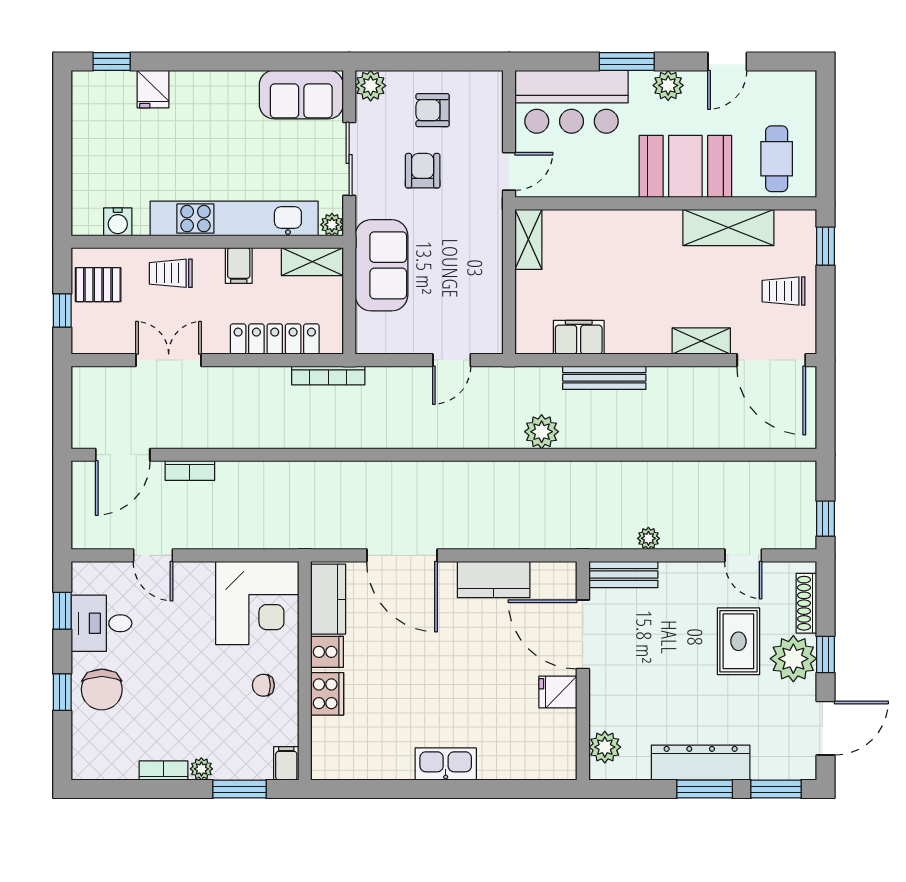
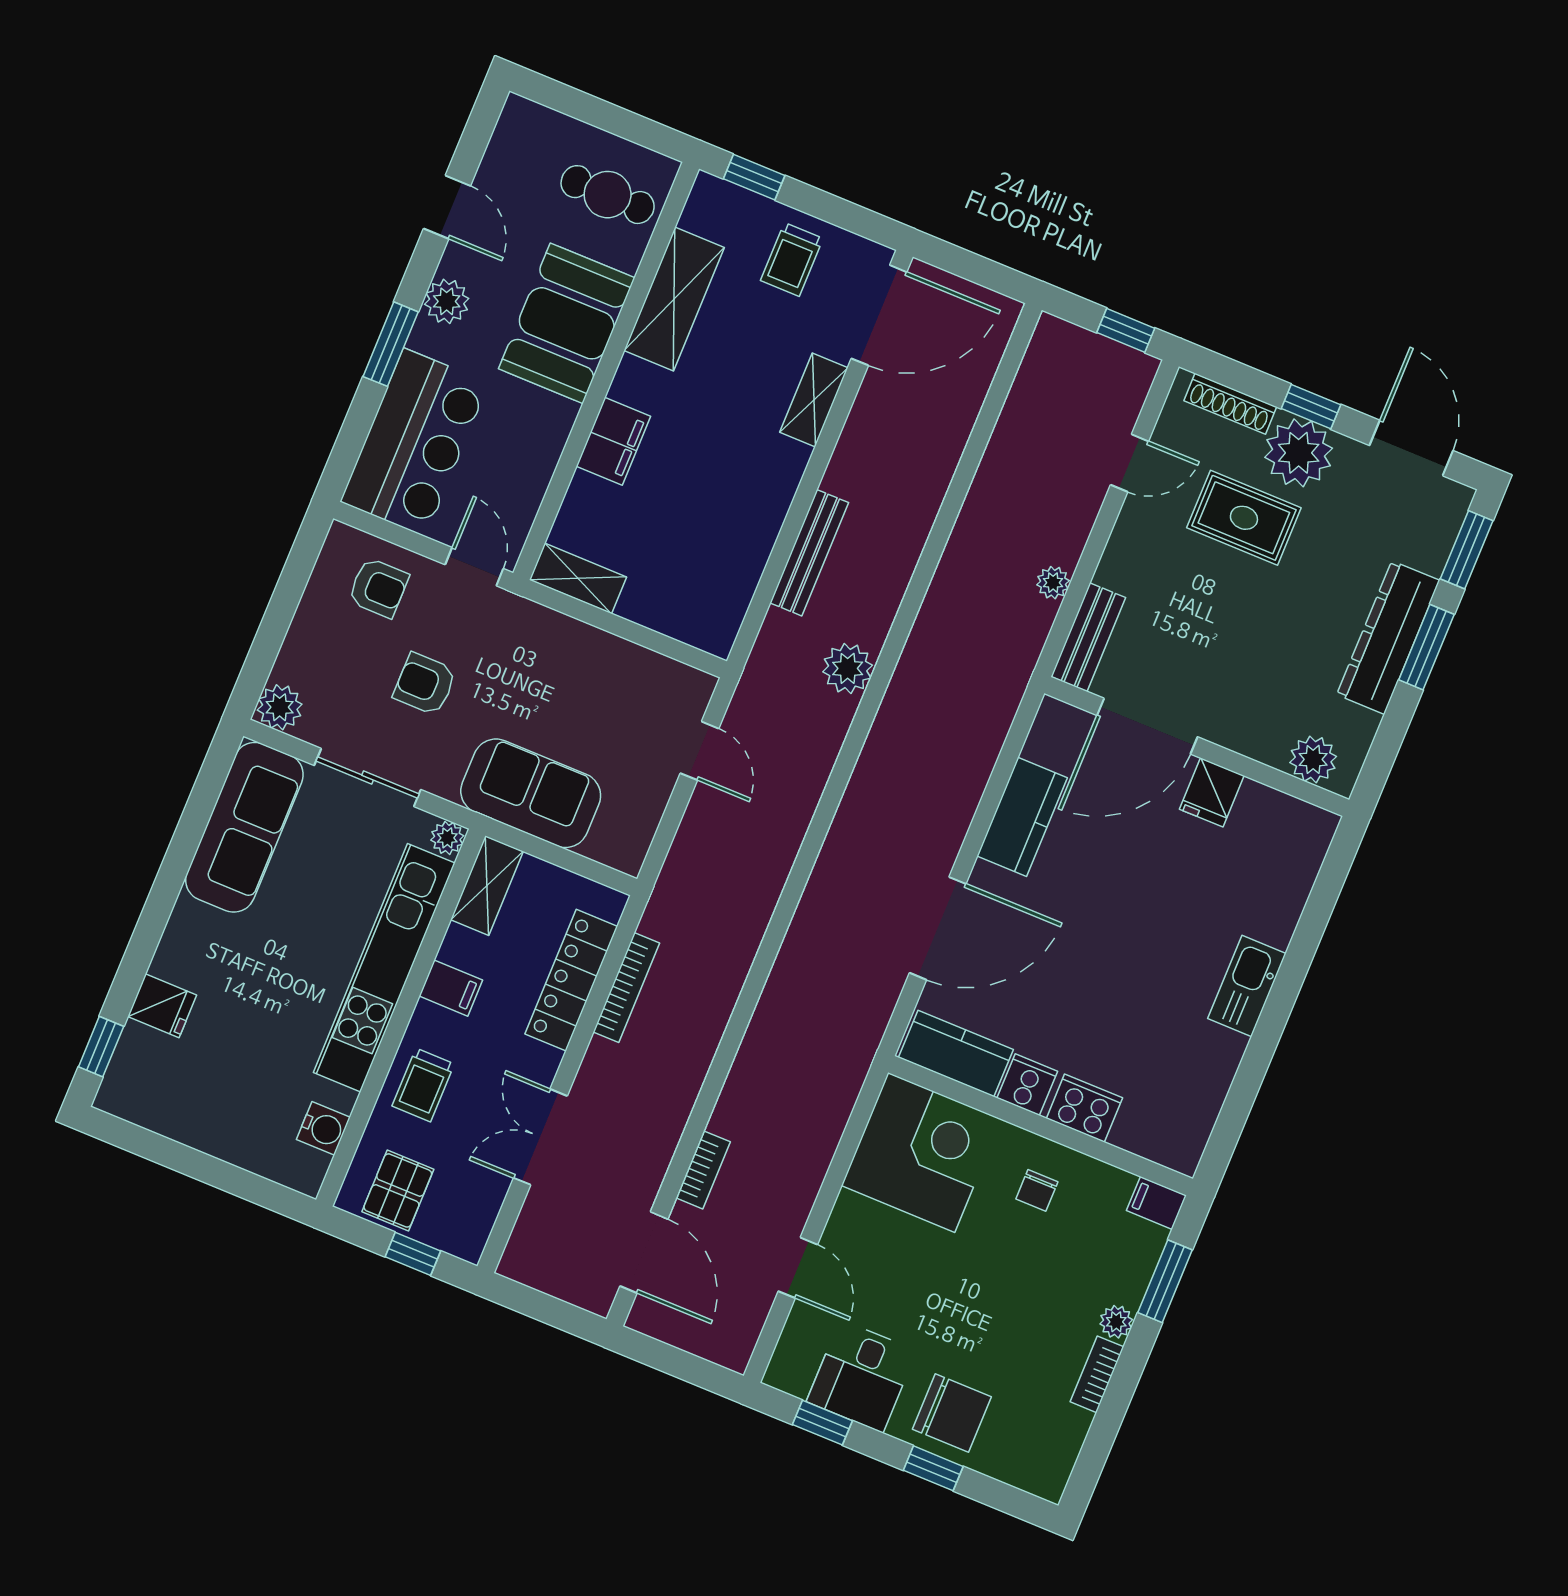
sofa: (301, 95) -> (244, 827), width x1.36
armchair: (433, 110) -> (378, 588), moved, turned -90
filing cabinet: (579, 337) -> (613, 441), moved, turned 180
bookcase: (328, 375) -> (626, 988), moved
door: (153, 555) -> (798, 1268), hinge flipped

